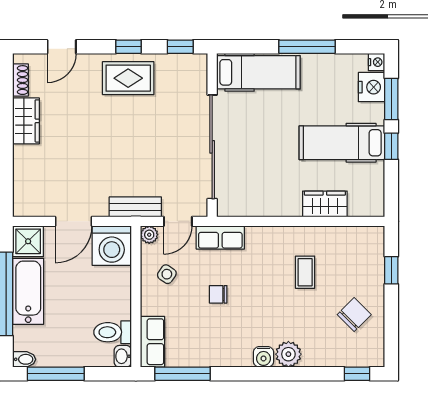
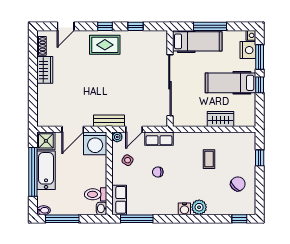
hospital bed: (258, 72) -> (197, 41), moved
wall: (212, 135) -> (170, 78), moved
sliding door: (212, 147) -> (170, 85), moved

